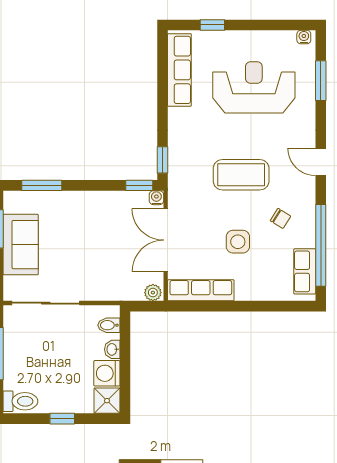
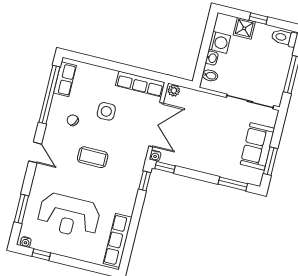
window: (212, 25) -> (41, 255), moved
coffee table: (241, 175) -> (93, 157), width x0.73, depth x0.76
shower: (107, 401) -> (244, 28), moved

